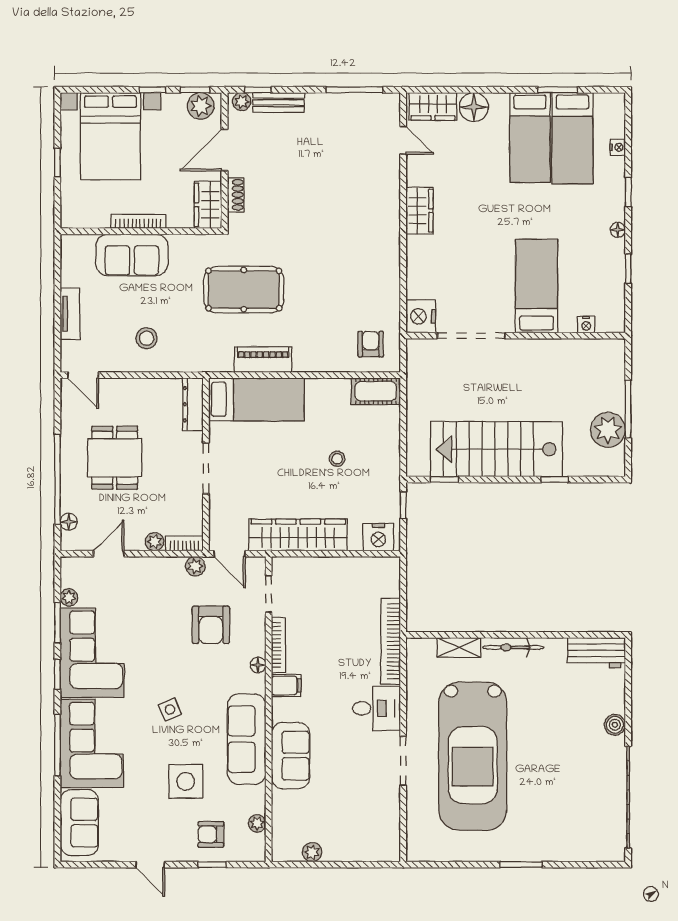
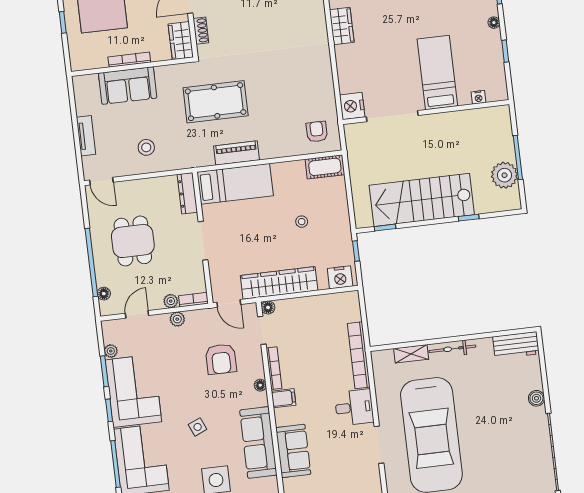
floor lamp: (280, 565) -> (268, 307), added
plant: (195, 566) -> (177, 319), moved

